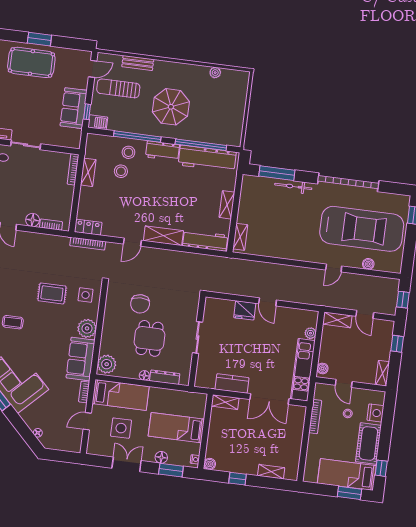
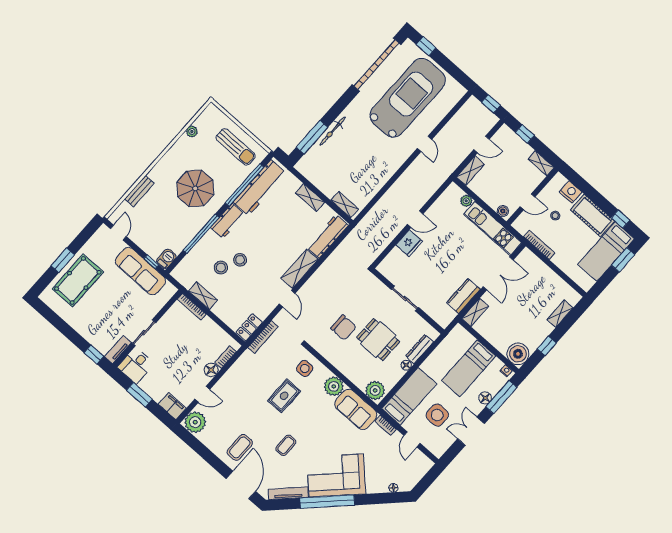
sun lounger: (118, 88) -> (236, 147), moved, turned -90
sofa: (74, 108) -> (140, 271), width x1.36
stool: (128, 152) -> (240, 260), moved
garage door: (348, 182) -> (376, 65), moved
boiler: (368, 264) -> (441, 113), removed
boiler: (210, 464) -> (518, 354), width x1.86, depth x1.86
window: (171, 470) -> (501, 397), width x1.44

